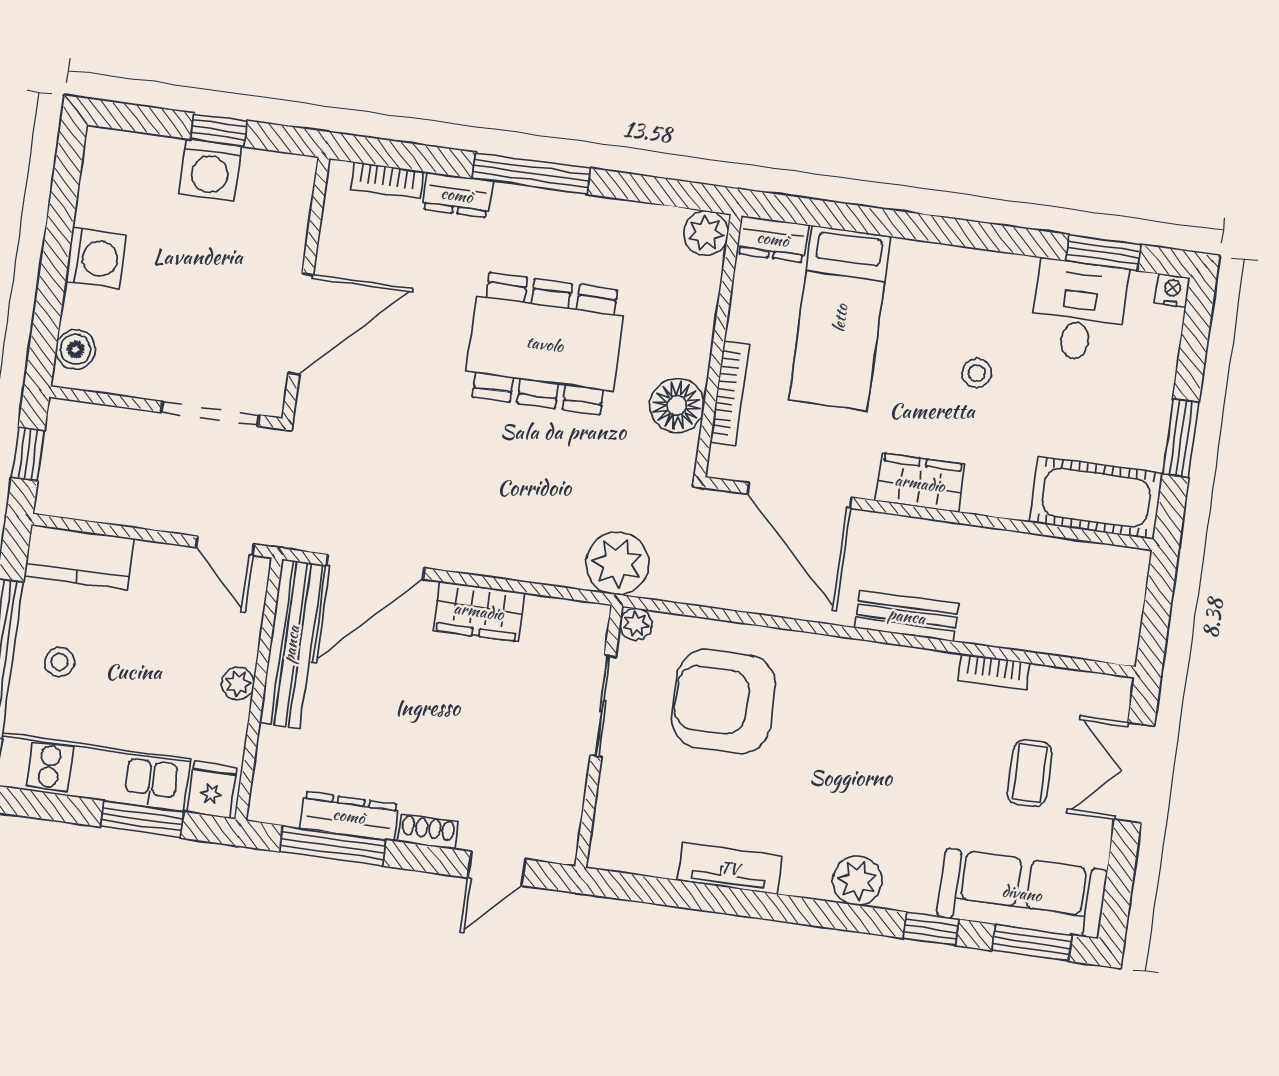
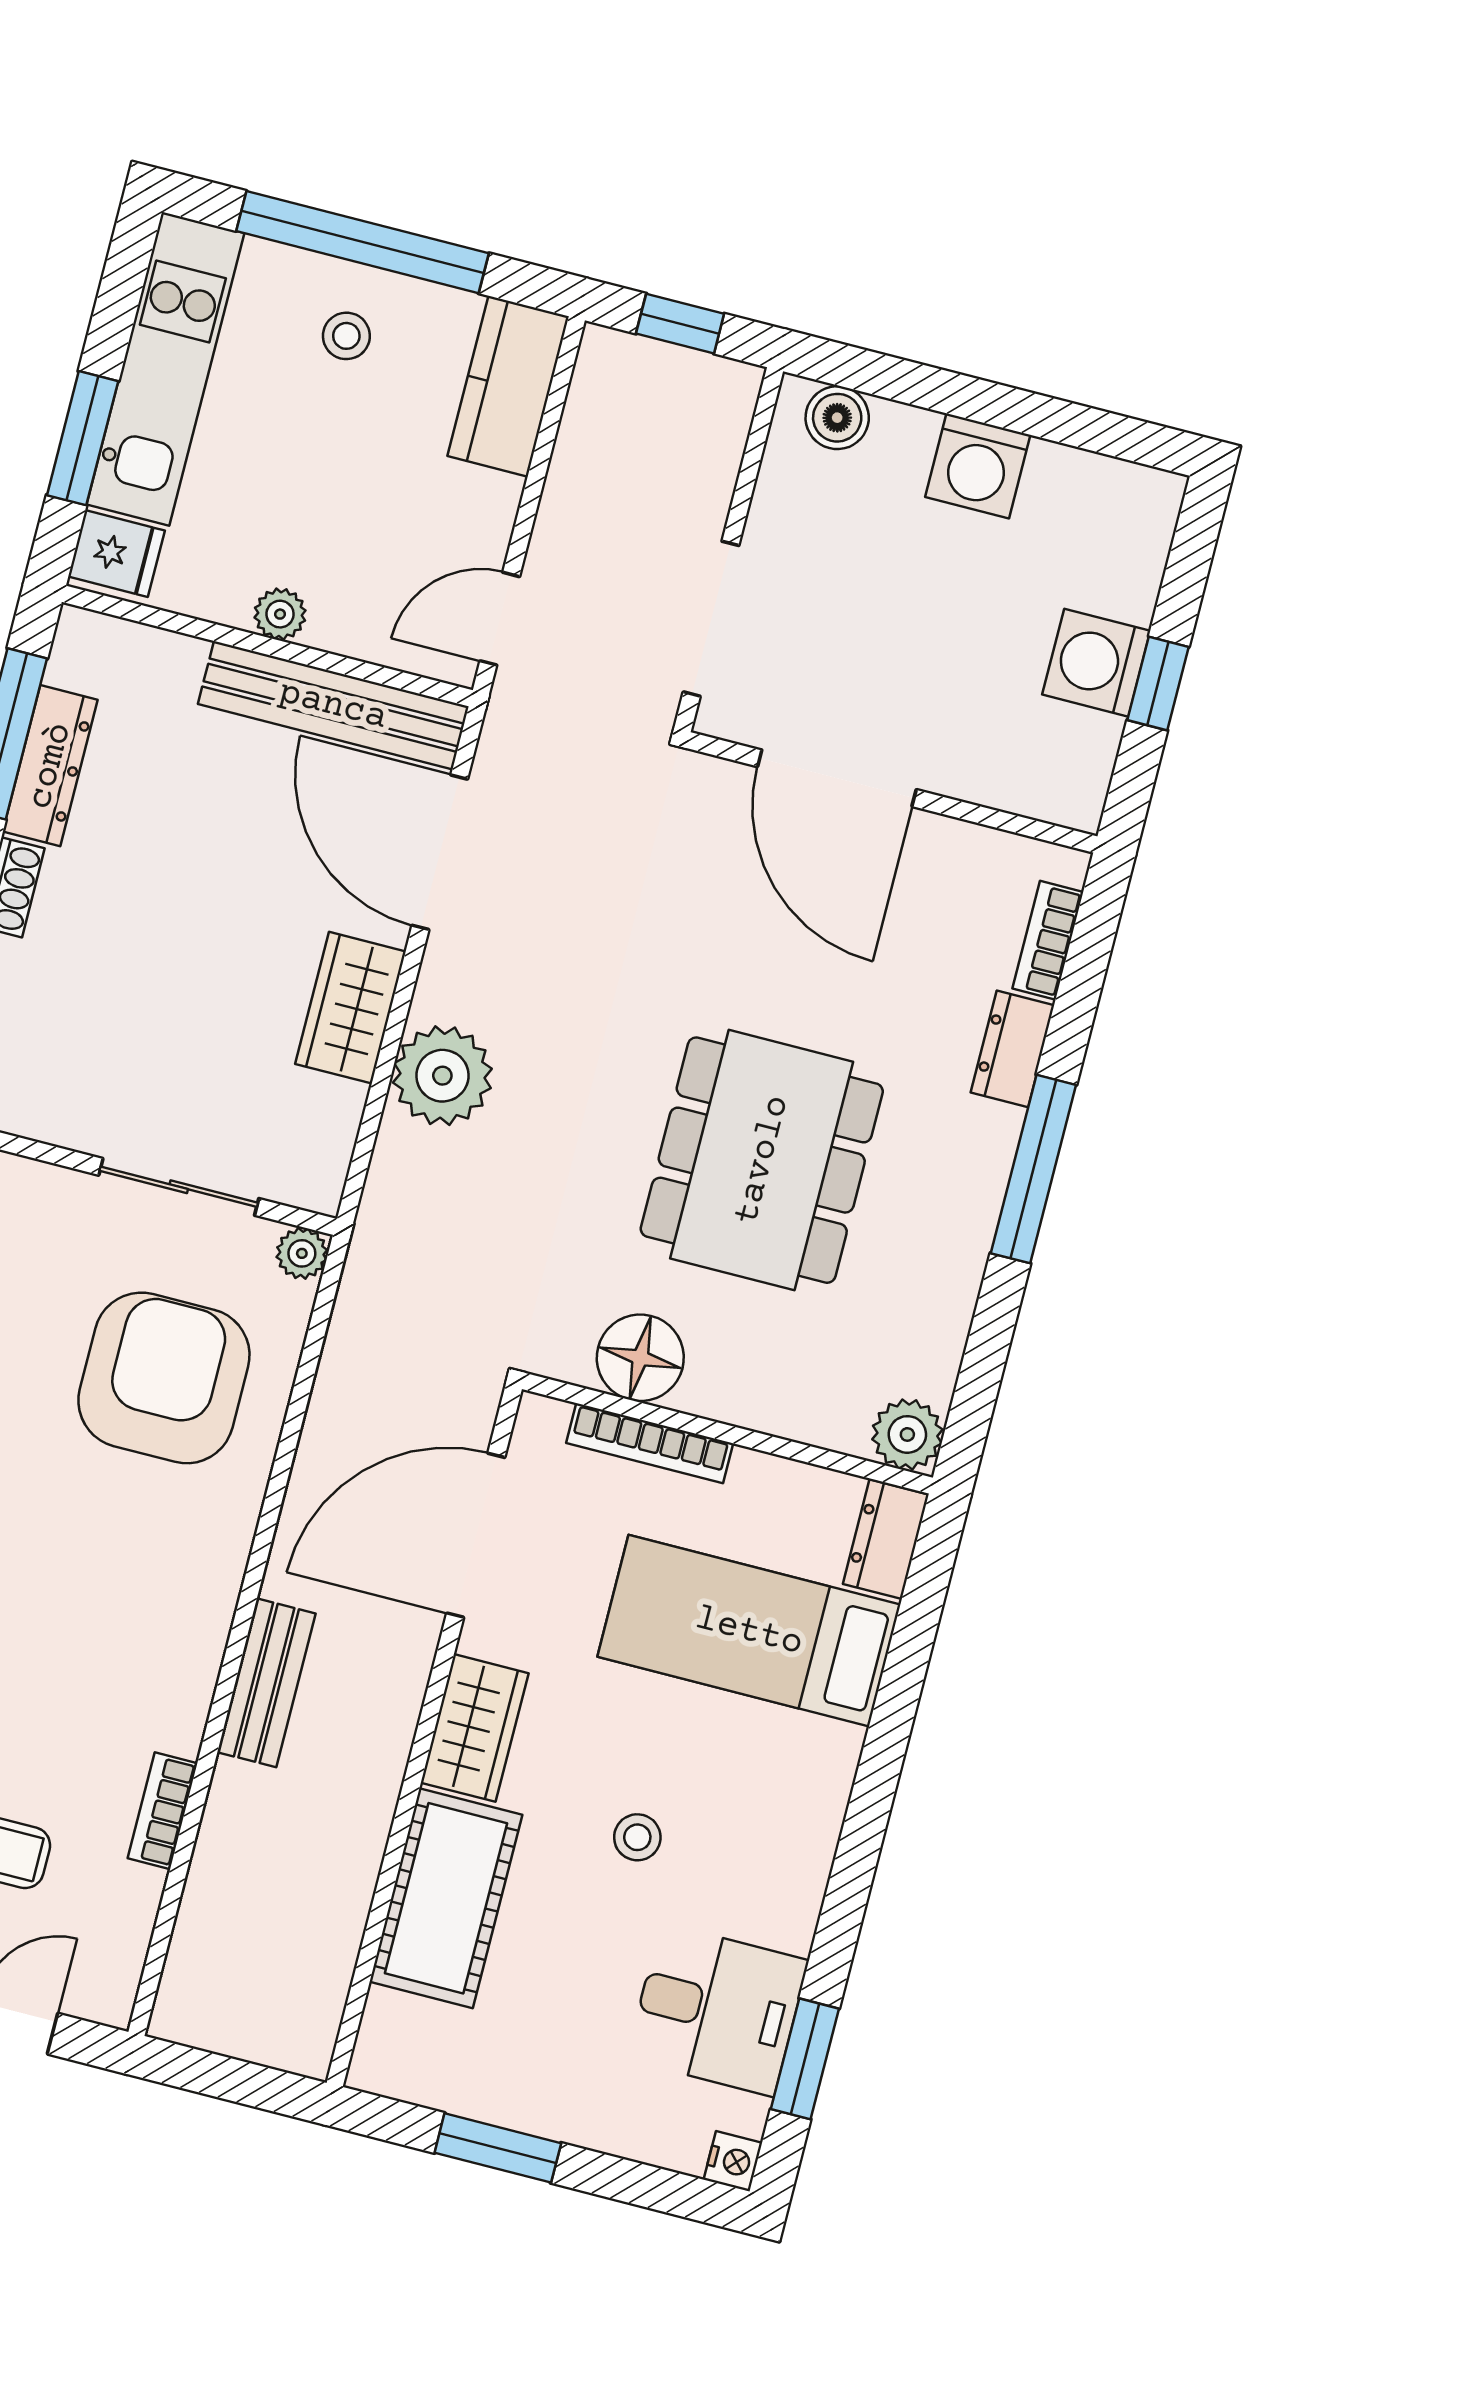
cot: (1096, 498) -> (446, 1898), moved
plant: (617, 563) -> (442, 1076), moved

